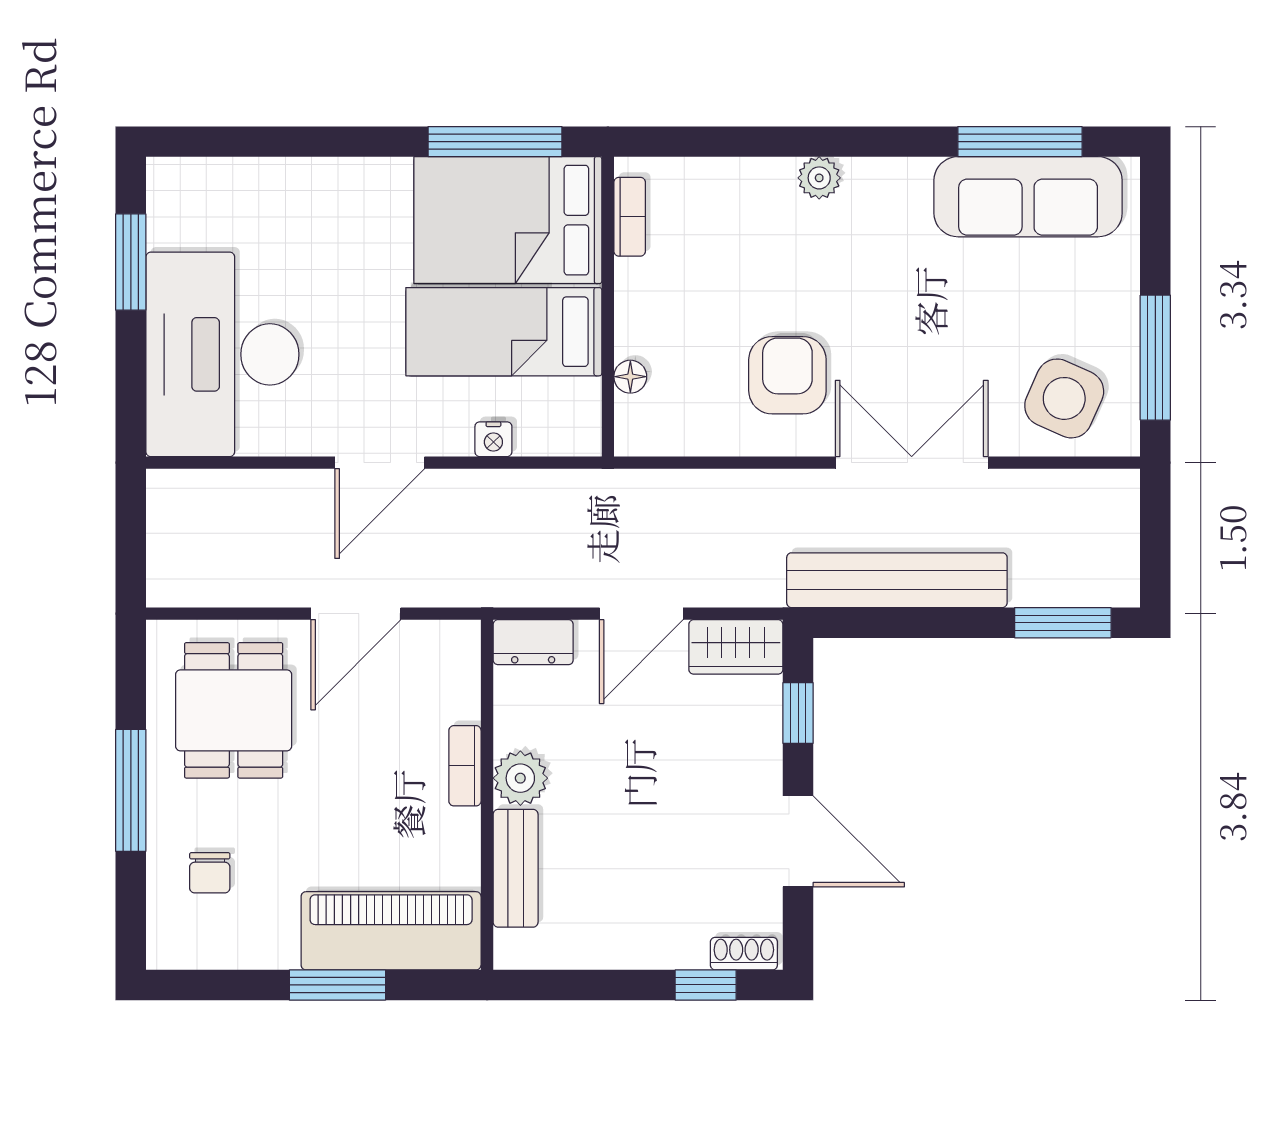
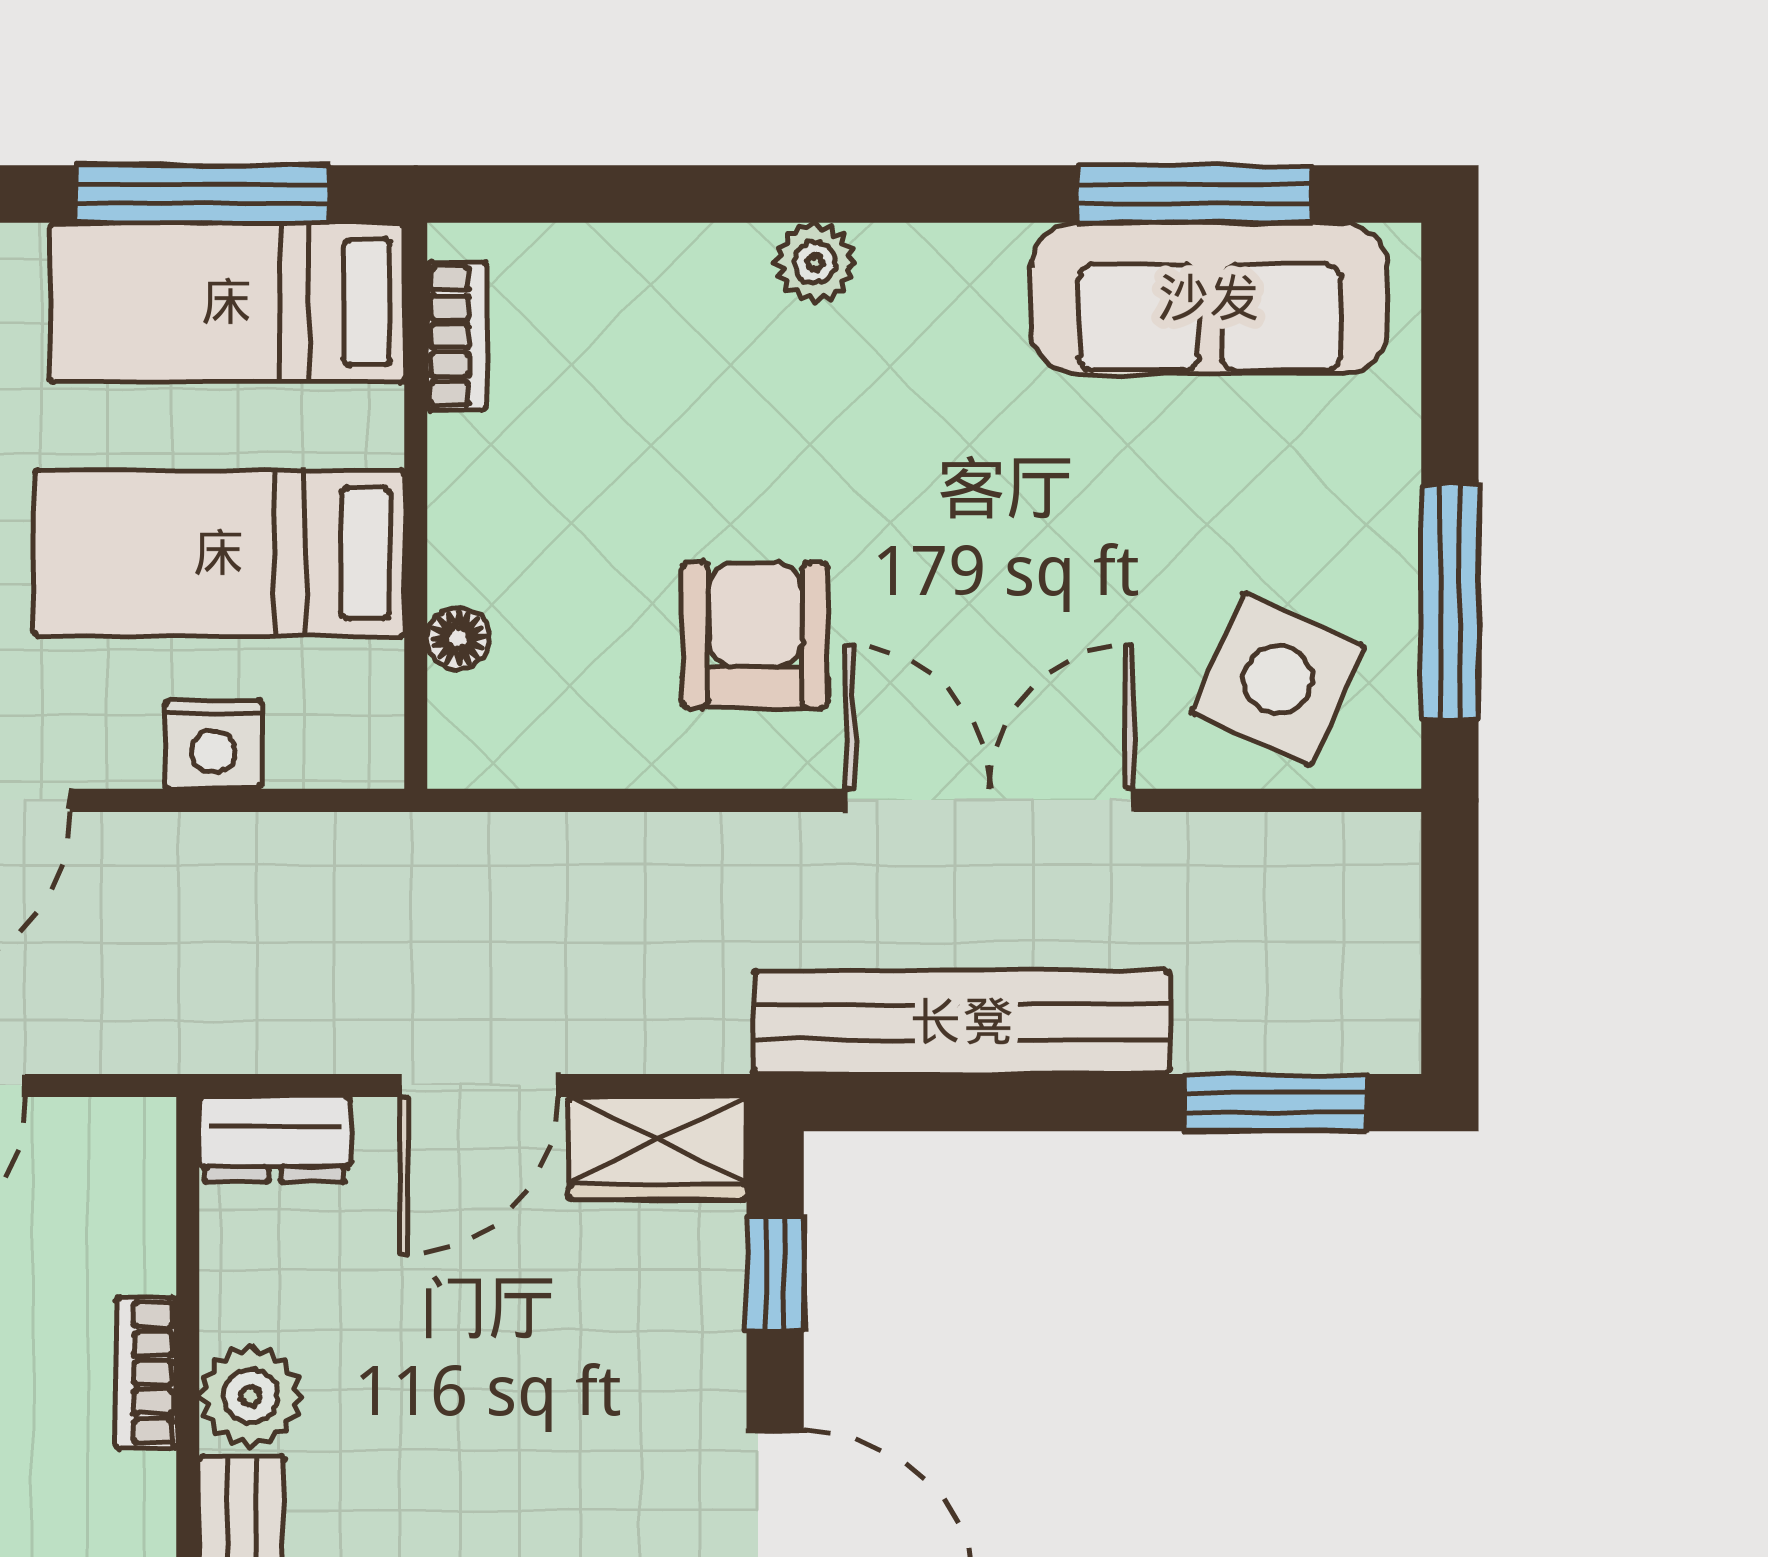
bed: (508, 220) -> (227, 302), width x0.67
nightstand: (493, 439) -> (213, 744), width x1.39, depth x1.35

